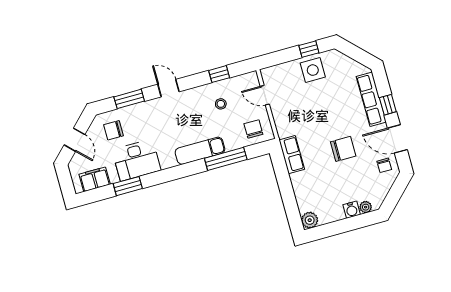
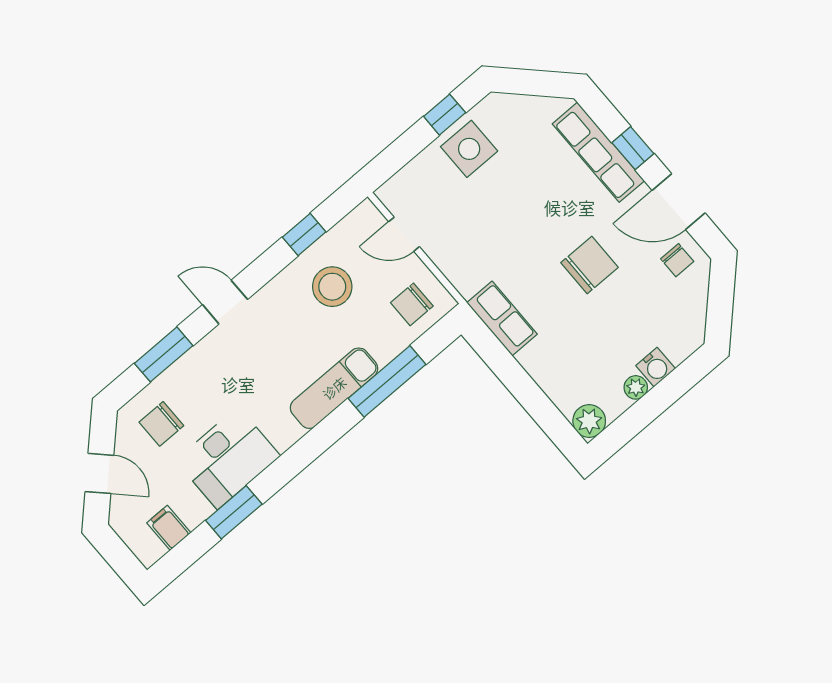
stool: (221, 104) -> (332, 287), width x1.89, depth x1.89
chair: (253, 129) -> (412, 304), turned -90
filing cabinet: (95, 179) -> (169, 528), width x0.50
plant: (366, 207) -> (636, 387), moved

